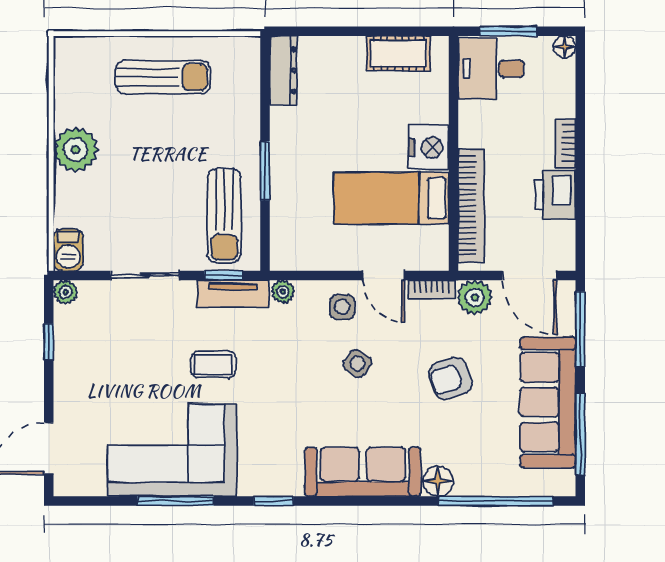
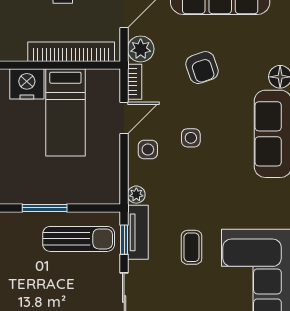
side table: (358, 364) -> (191, 138), turned -36

